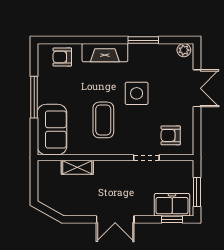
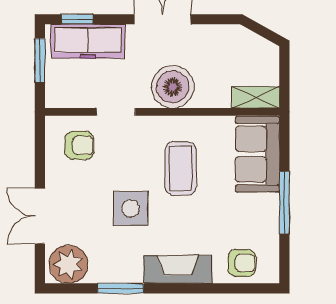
plant: (184, 50) -> (69, 264), width x1.87, depth x1.87
shelving: (77, 167) -> (256, 97), moved
boiler: (109, 174) -> (173, 87), added
freezer: (172, 205) -> (88, 41), width x1.40

